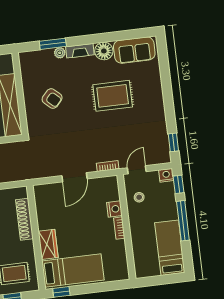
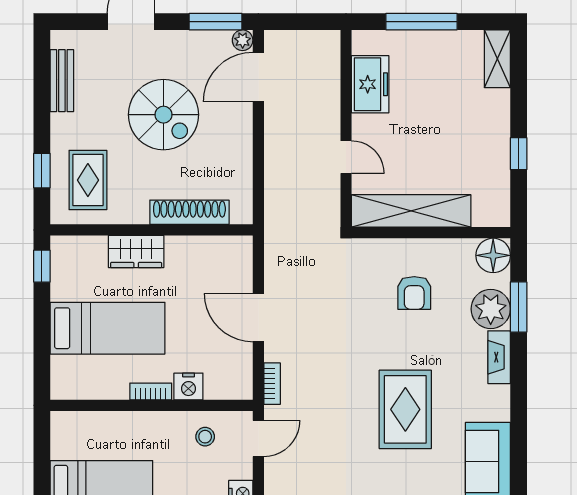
floor lamp: (104, 51) -> (493, 255), moved
plant: (60, 53) -> (491, 309), width x1.88, depth x1.88
armchair: (52, 98) -> (414, 293), turned -42
door: (137, 170) -> (258, 439), hinge flipped
bed: (73, 270) -> (108, 328), moved, turned -90

